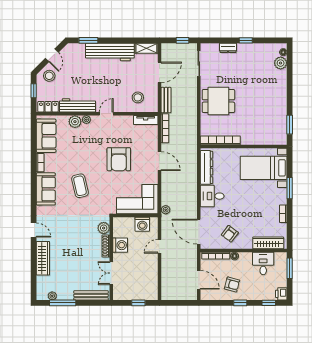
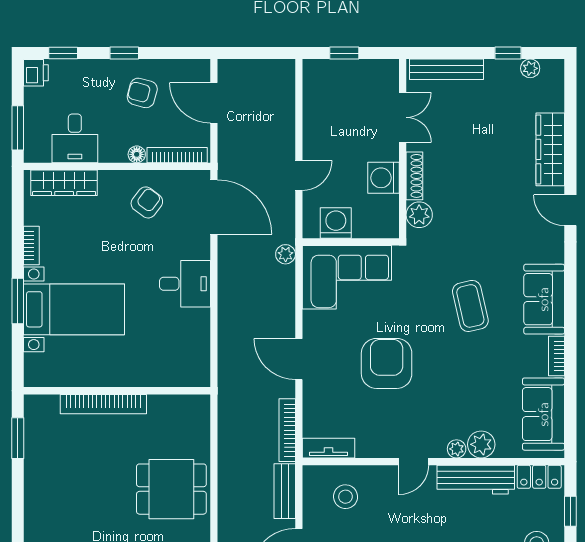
bookcase: (220, 140) -> (103, 404), moved
dresser: (206, 167) -> (197, 346), removed
bed with nightstands: (264, 168) -> (74, 309), moved
window: (63, 303) -> (508, 53), width x0.46

